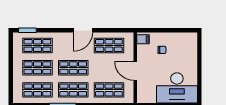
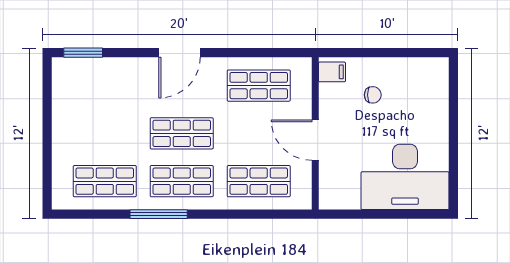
door: (83, 30) -> (180, 53), moved
shop shelf: (37, 46) -> (105, 86), removed
shop shelf: (37, 68) -> (105, 133), removed

